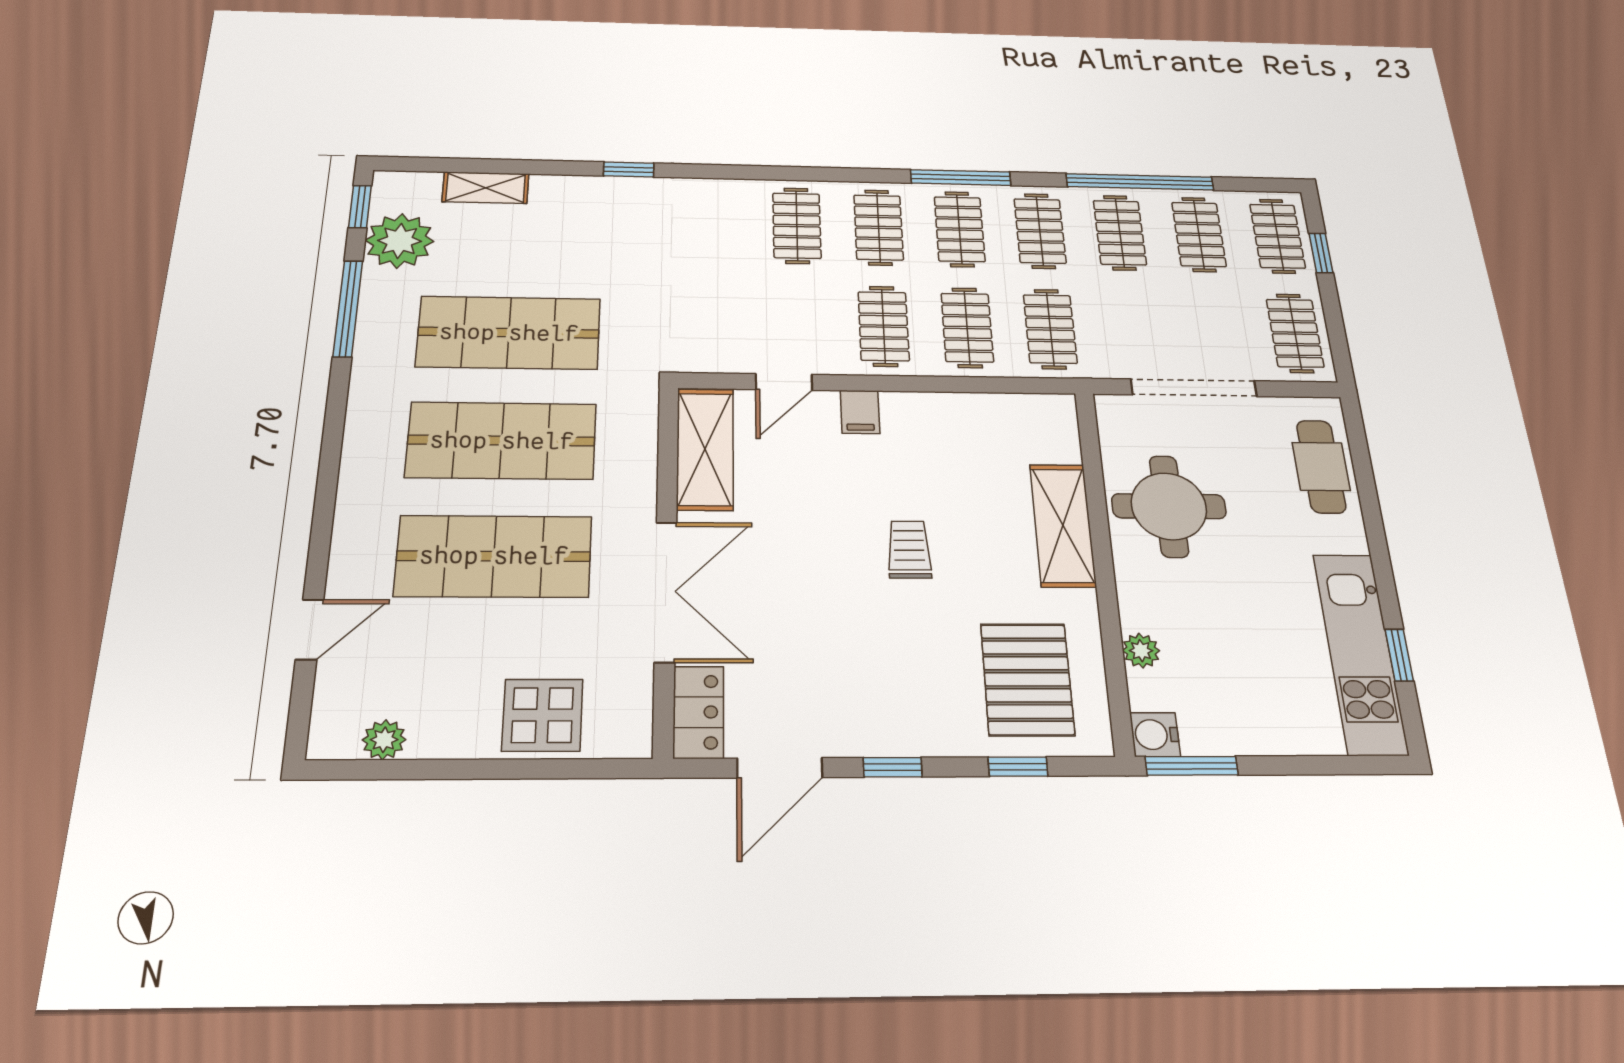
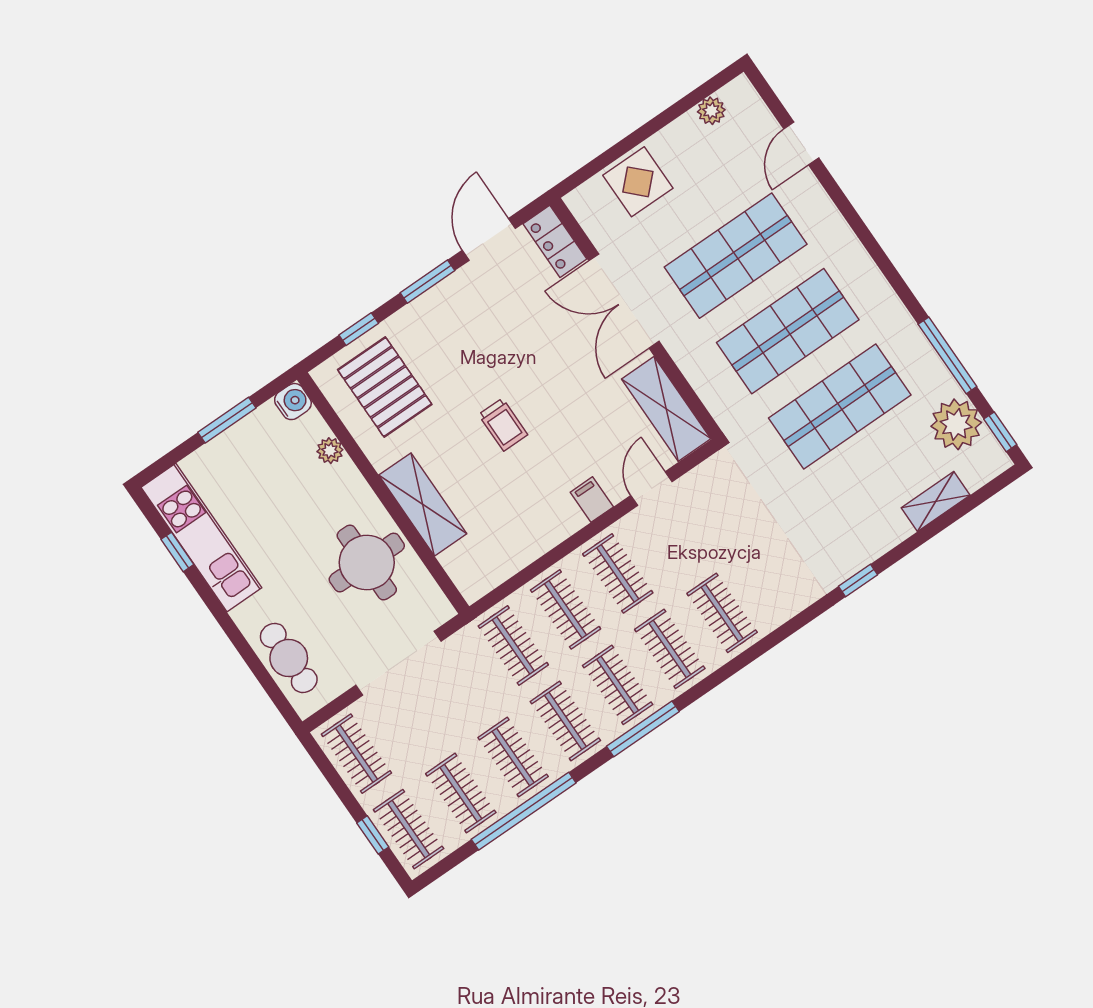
window: (1192, 766) -> (227, 420), moved
window: (893, 767) -> (427, 282), width x1.50

